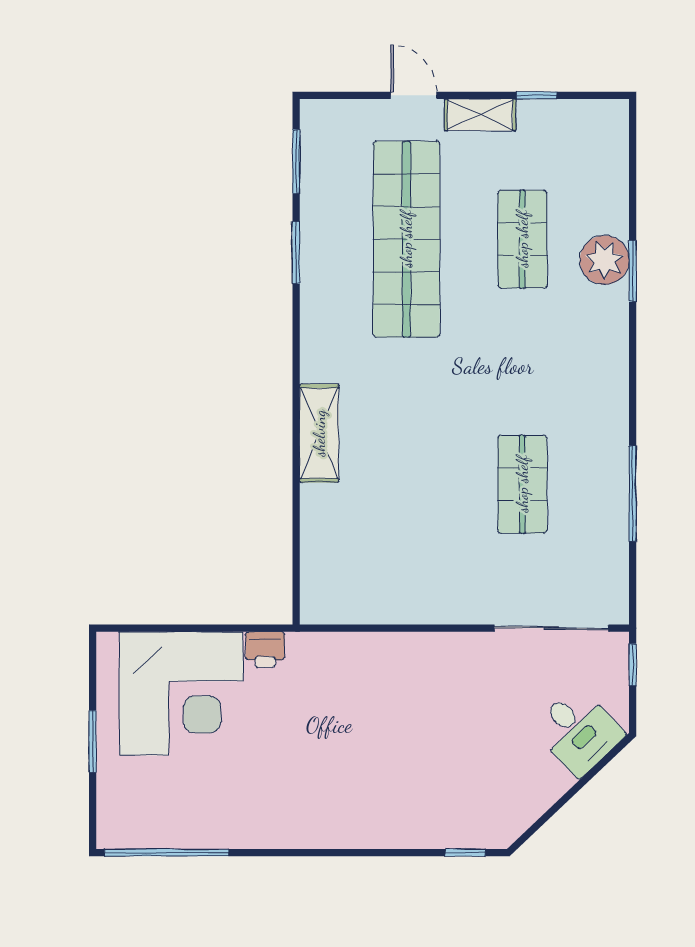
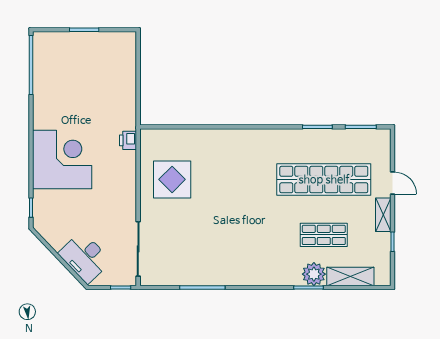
door: (414, 95) -> (392, 183), hinge flipped
shelving: (319, 433) -> (350, 277), moved
shop shelf: (522, 484) -> (207, 235), removed
display table: (406, 557) -> (172, 179), added
printer: (265, 649) -> (128, 140), moved
corner desk: (181, 694) -> (62, 160), moved, turned 180
desk: (578, 731) -> (85, 257), width x1.37

